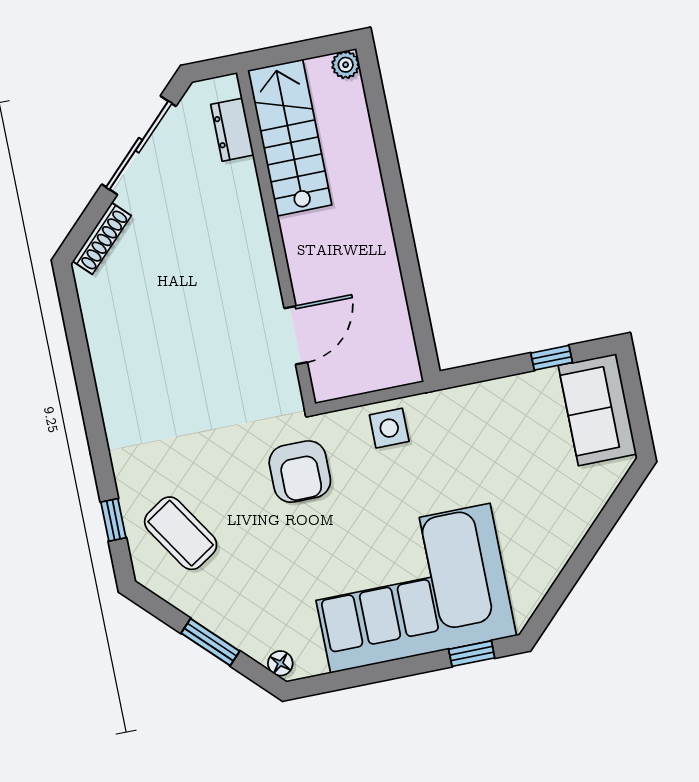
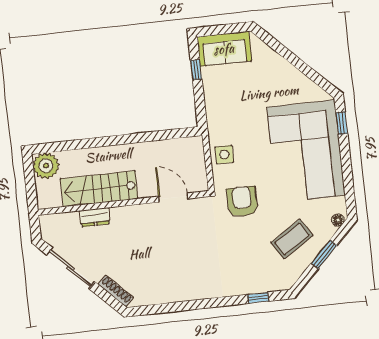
plant: (346, 65) -> (46, 166), width x1.88, depth x1.88
dresser: (232, 130) -> (95, 217), moved
stairs: (290, 138) -> (99, 189), moved
armchair: (300, 472) -> (242, 202), turned -90
coffee table: (181, 533) -> (292, 239), moved

